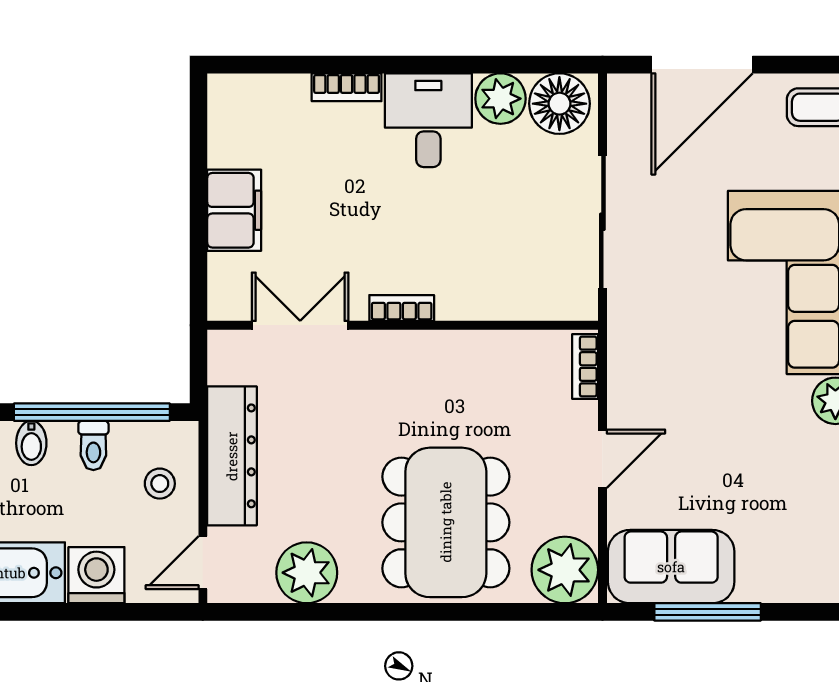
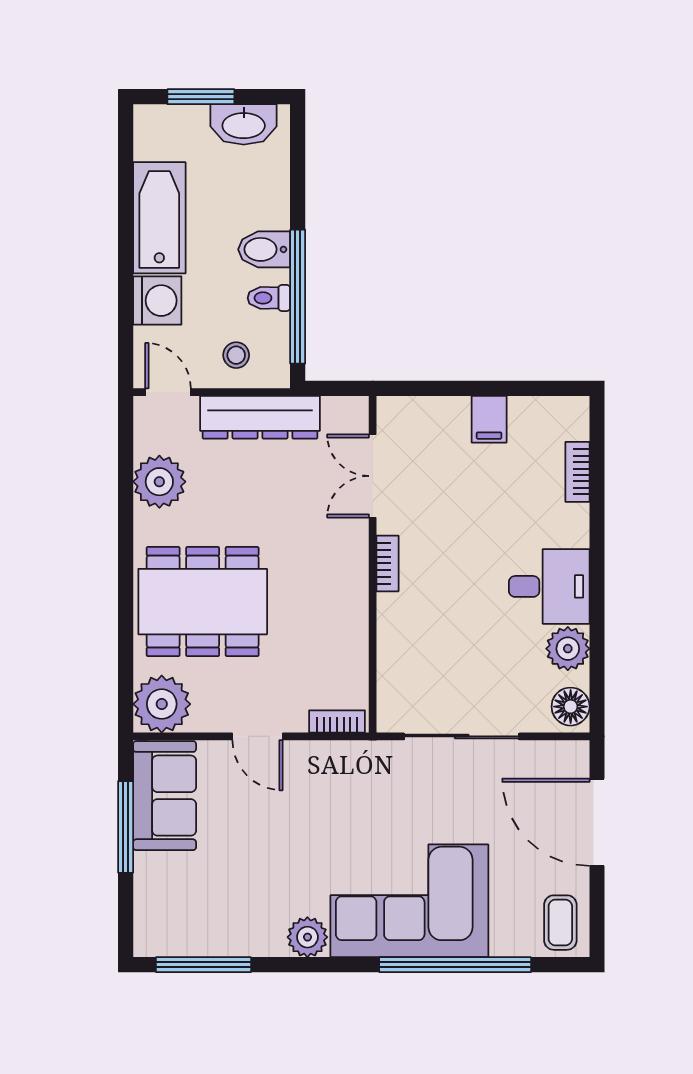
bookcase: (347, 87) -> (578, 472), moved
floor lamp: (559, 104) -> (571, 707), width x0.73, depth x0.73
filing cabinet: (234, 210) -> (489, 419), width x0.50
double door: (300, 325) -> (373, 476), swing flipped
bidet: (31, 443) -> (264, 249), width x1.38, depth x1.36

